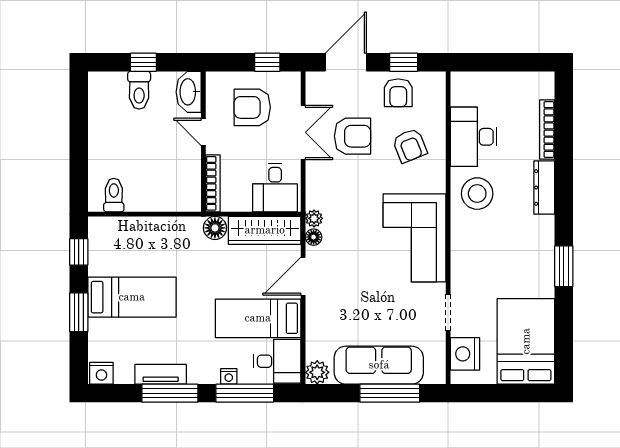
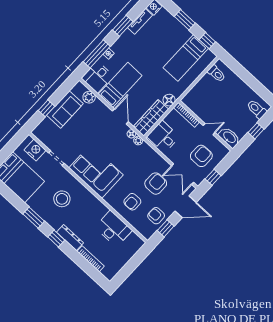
door: (346, 62) -> (186, 207), hinge flipped
toilet: (139, 90) -> (257, 109), moved
double door: (303, 132) -> (183, 174), moved
armchair: (353, 136) -> (156, 184), turned 180
armchair: (410, 146) -> (132, 202), turned -68
stool: (477, 194) -> (62, 199), moved
window: (564, 206) -> (56, 238), added
bed: (132, 297) -> (186, 58), moved
sofa: (379, 365) -> (65, 109), width x0.73
plant: (317, 372) -> (89, 97), moved
tv unit: (161, 374) -> (140, 21), moved
window: (170, 393) -> (123, 26), width x0.69
window: (390, 393) -> (46, 108), width x0.46

